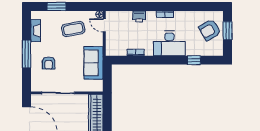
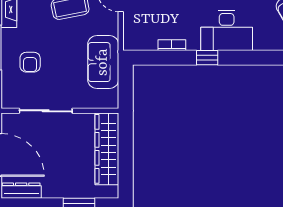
window: (194, 60) -> (207, 58), moved

